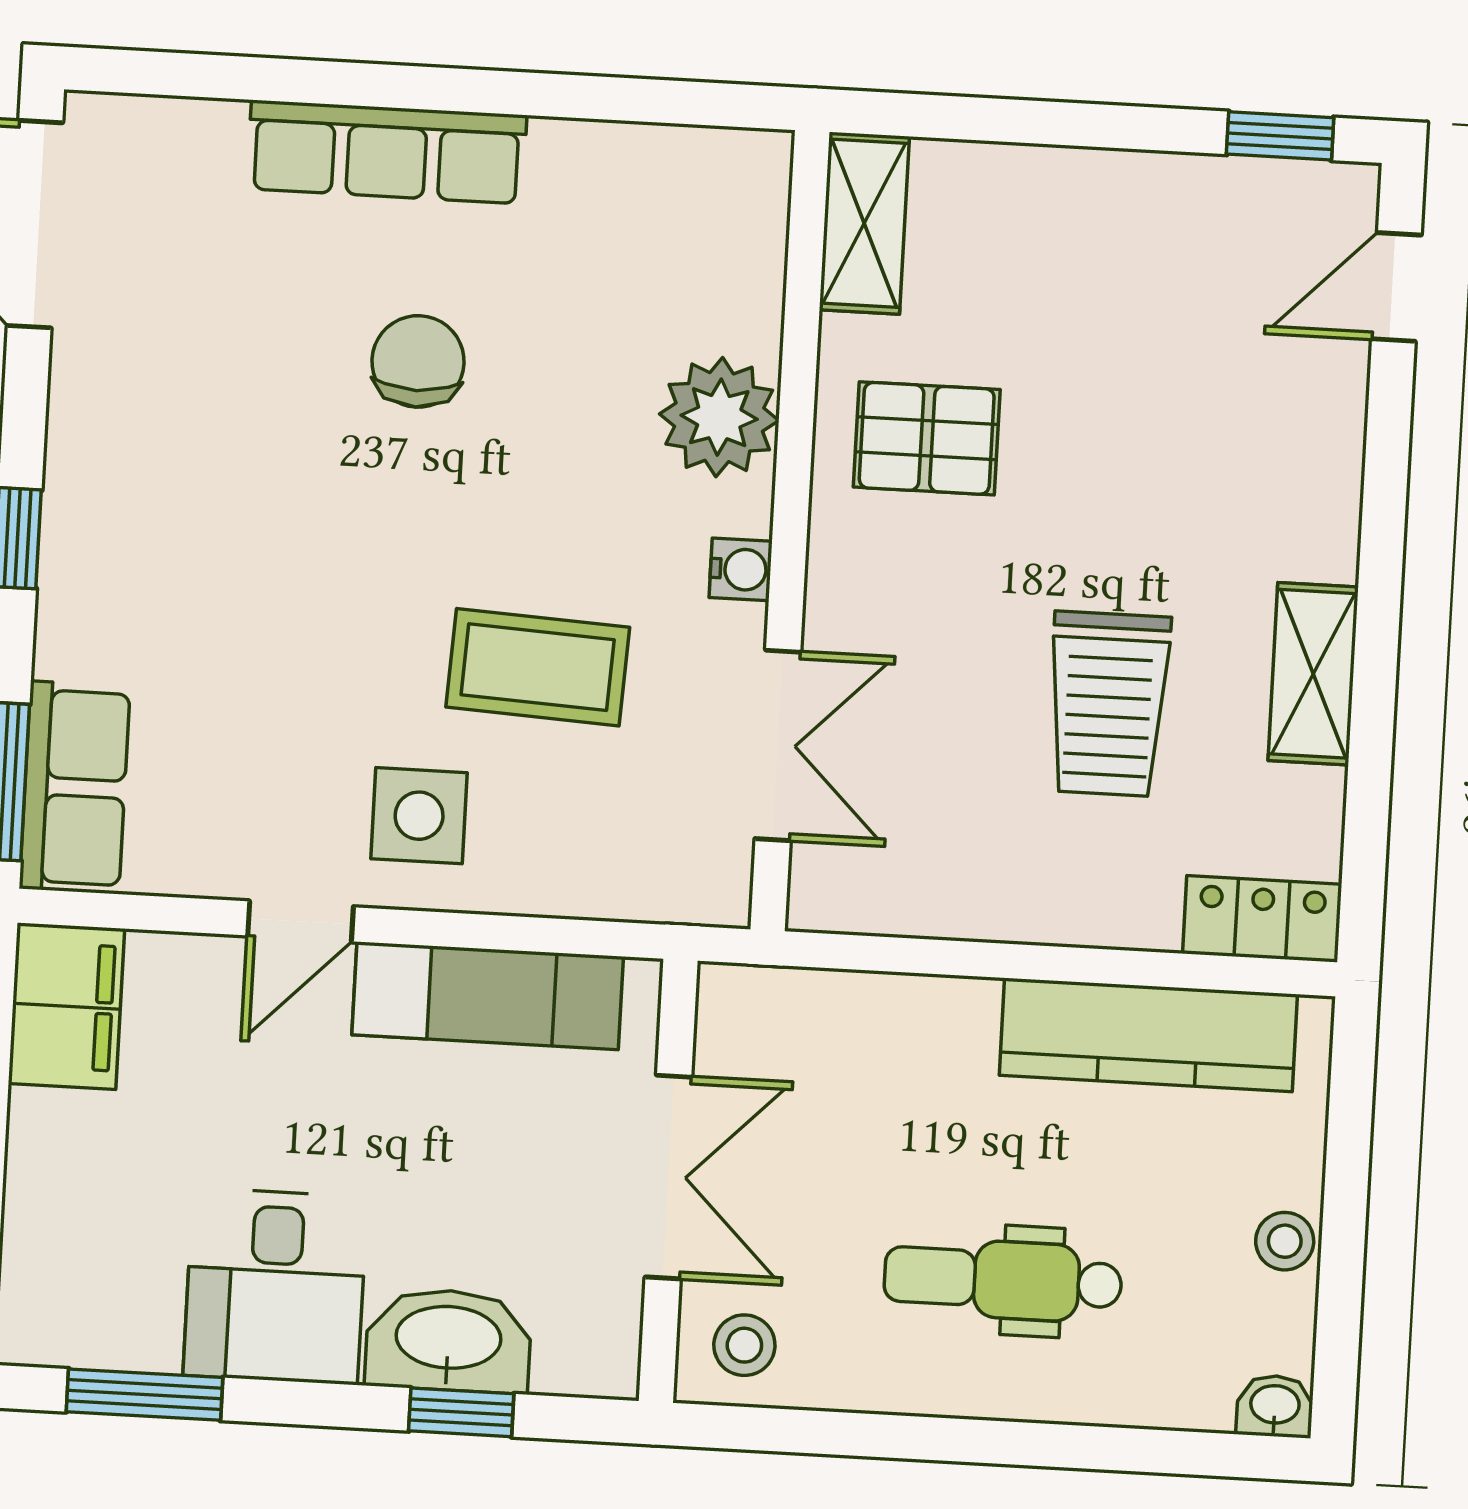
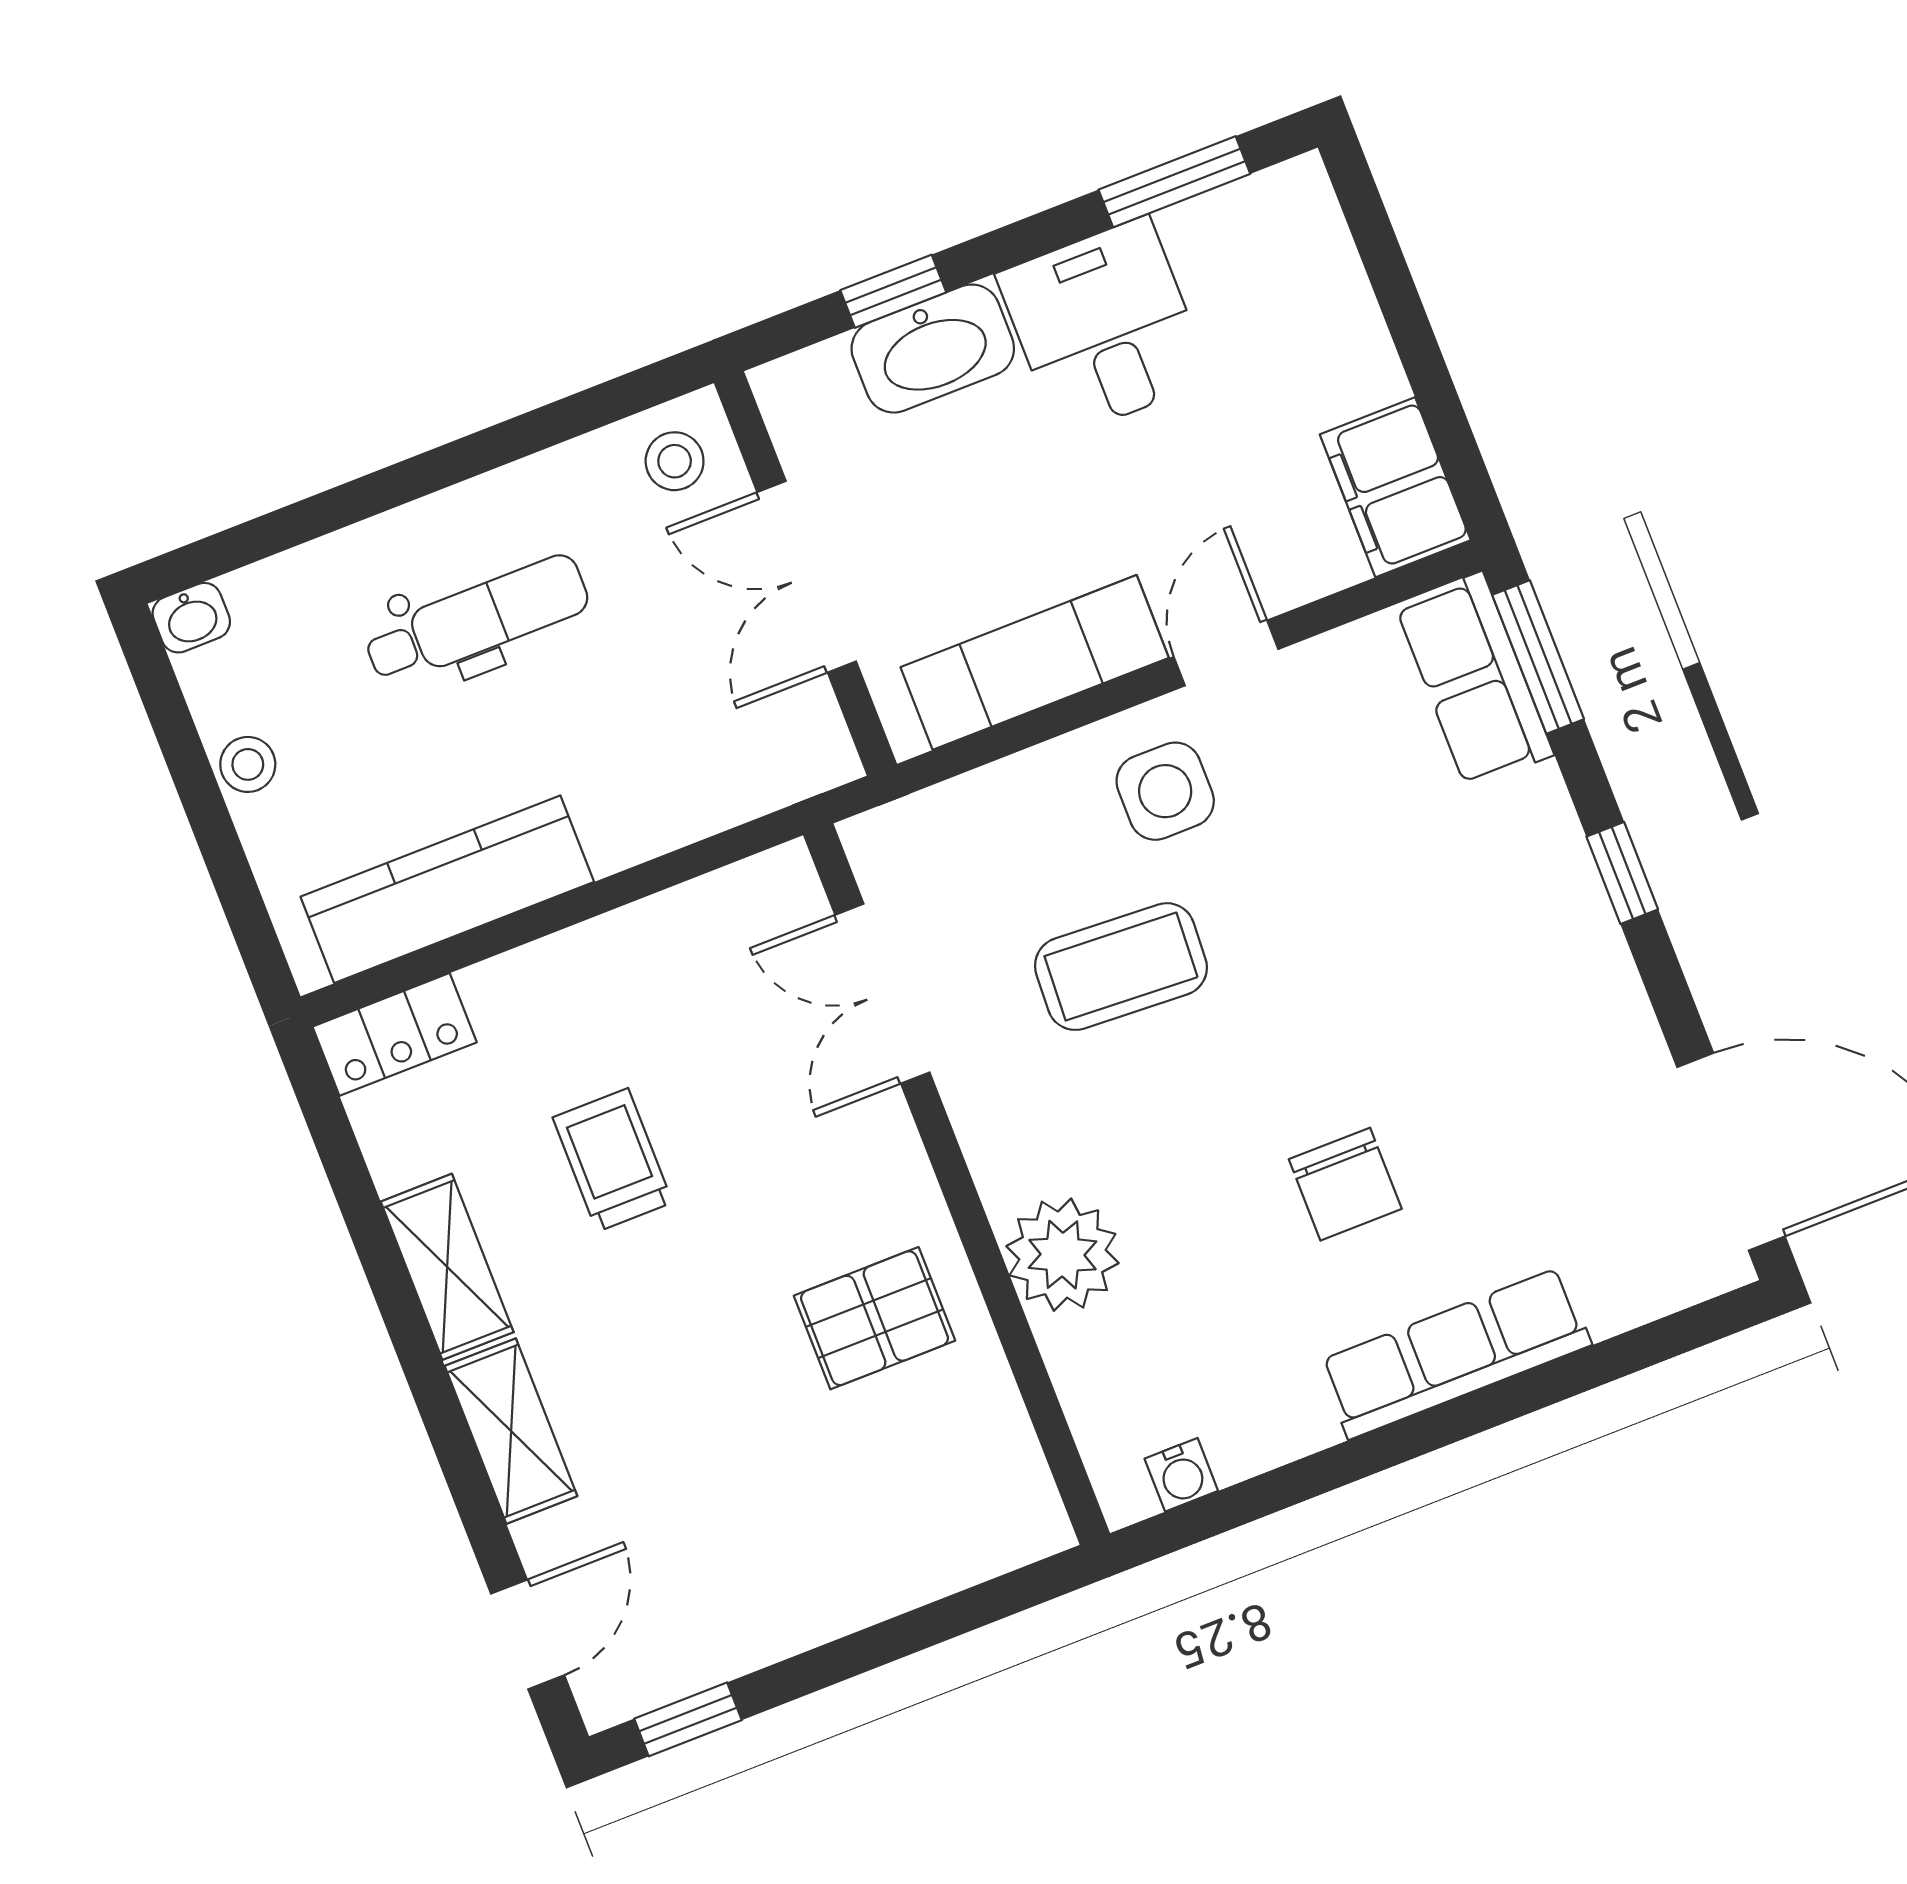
shelving: (864, 223) -> (511, 1431), moved
water cooler: (741, 569) -> (1181, 1475), moved, turned -90
trolley: (1108, 704) -> (613, 1160), width x0.73, depth x0.72

